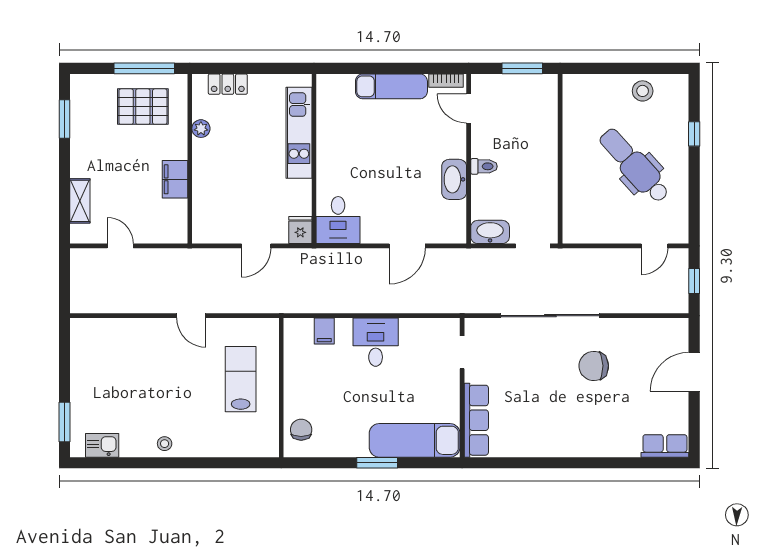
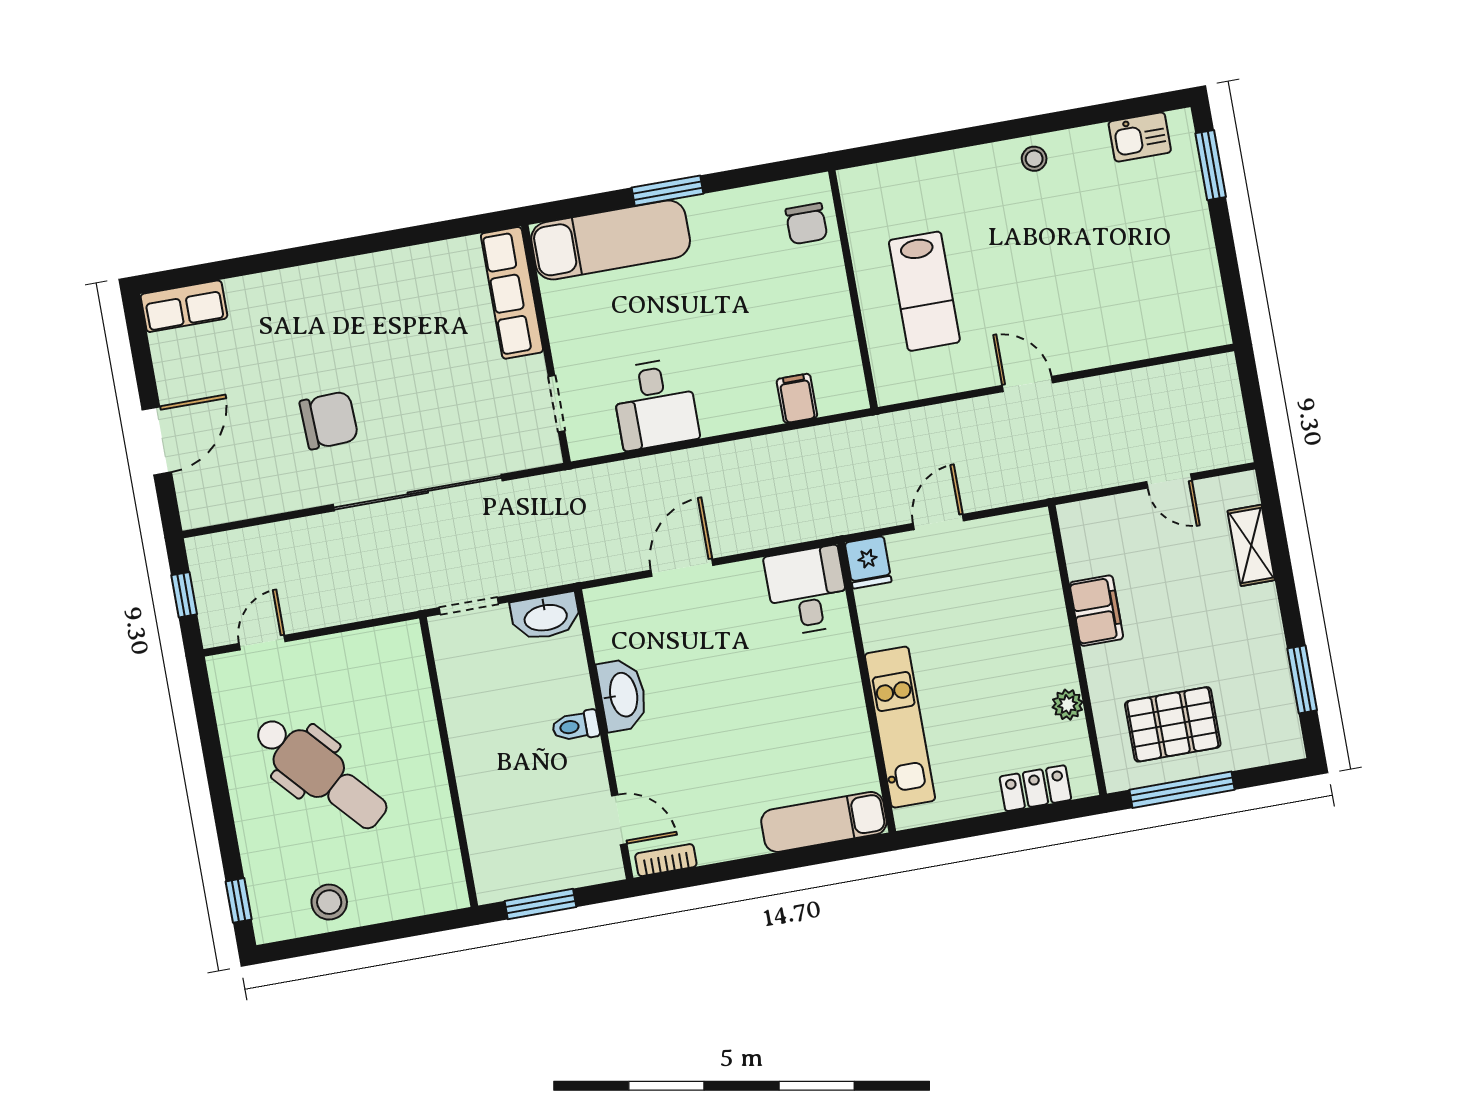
exam couch: (391, 86) -> (824, 822), moved
window: (694, 134) -> (239, 900), moved
desk: (376, 342) -> (655, 404), moved

